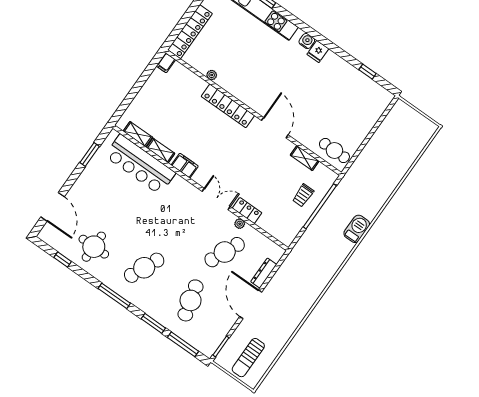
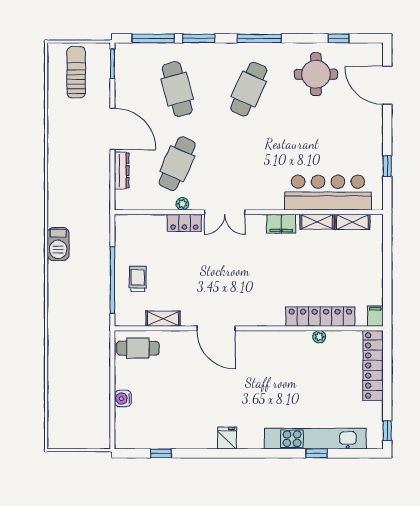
water cooler: (307, 41) -> (123, 399), moved, turned 90
locker: (228, 106) -> (320, 317), moved
window: (90, 155) -> (387, 166), width x0.67
barbecue: (357, 229) -> (58, 244), moved

